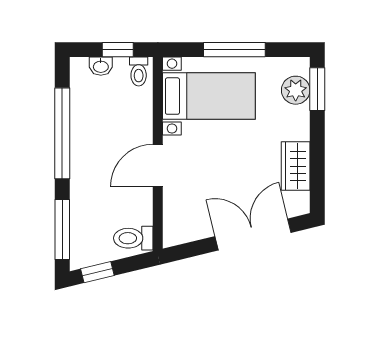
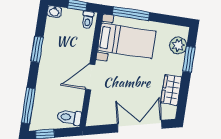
window: (234, 50) -> (131, 14), moved
washbasin: (101, 66) -> (54, 12), moved
window: (317, 89) -> (189, 59), moved
window: (62, 133) -> (37, 49), width x0.47

